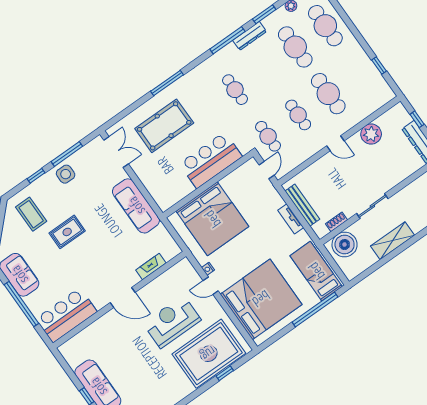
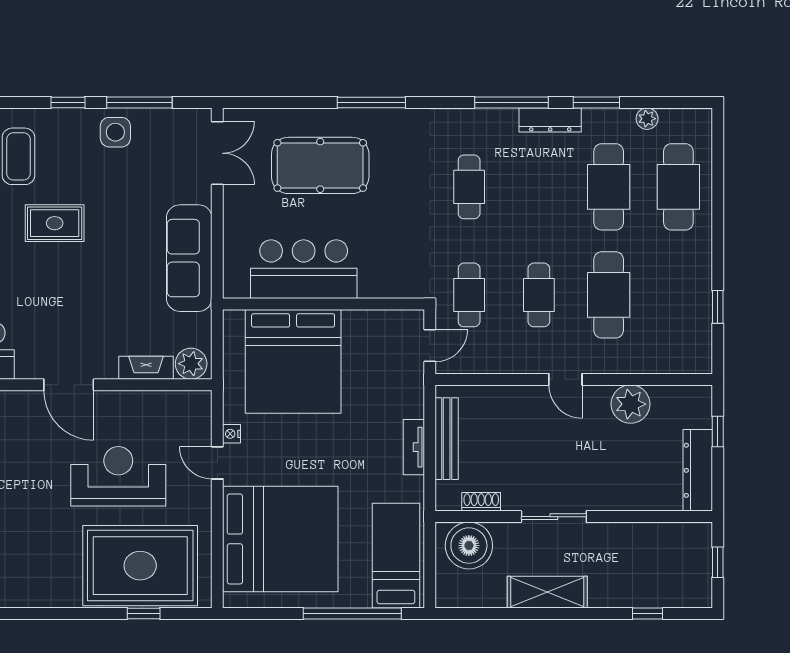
bar counter: (211, 160) -> (304, 269), moved
plant: (169, 251) -> (191, 364), added

